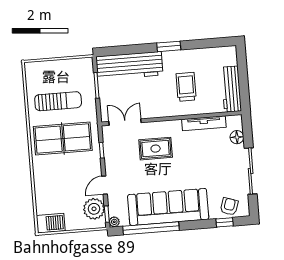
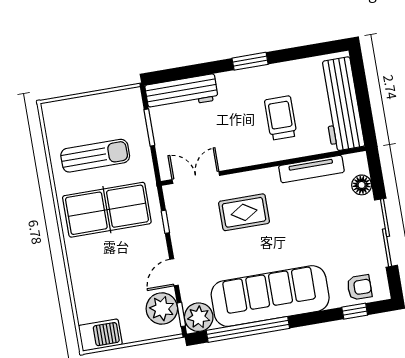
workbench: (129, 66) -> (182, 92), width x0.73, depth x0.76
workbench: (231, 89) -> (341, 104), width x1.36, depth x1.32
armchair: (229, 206) -> (359, 287), turned 72
plant: (114, 222) -> (199, 317), width x1.88, depth x1.88

